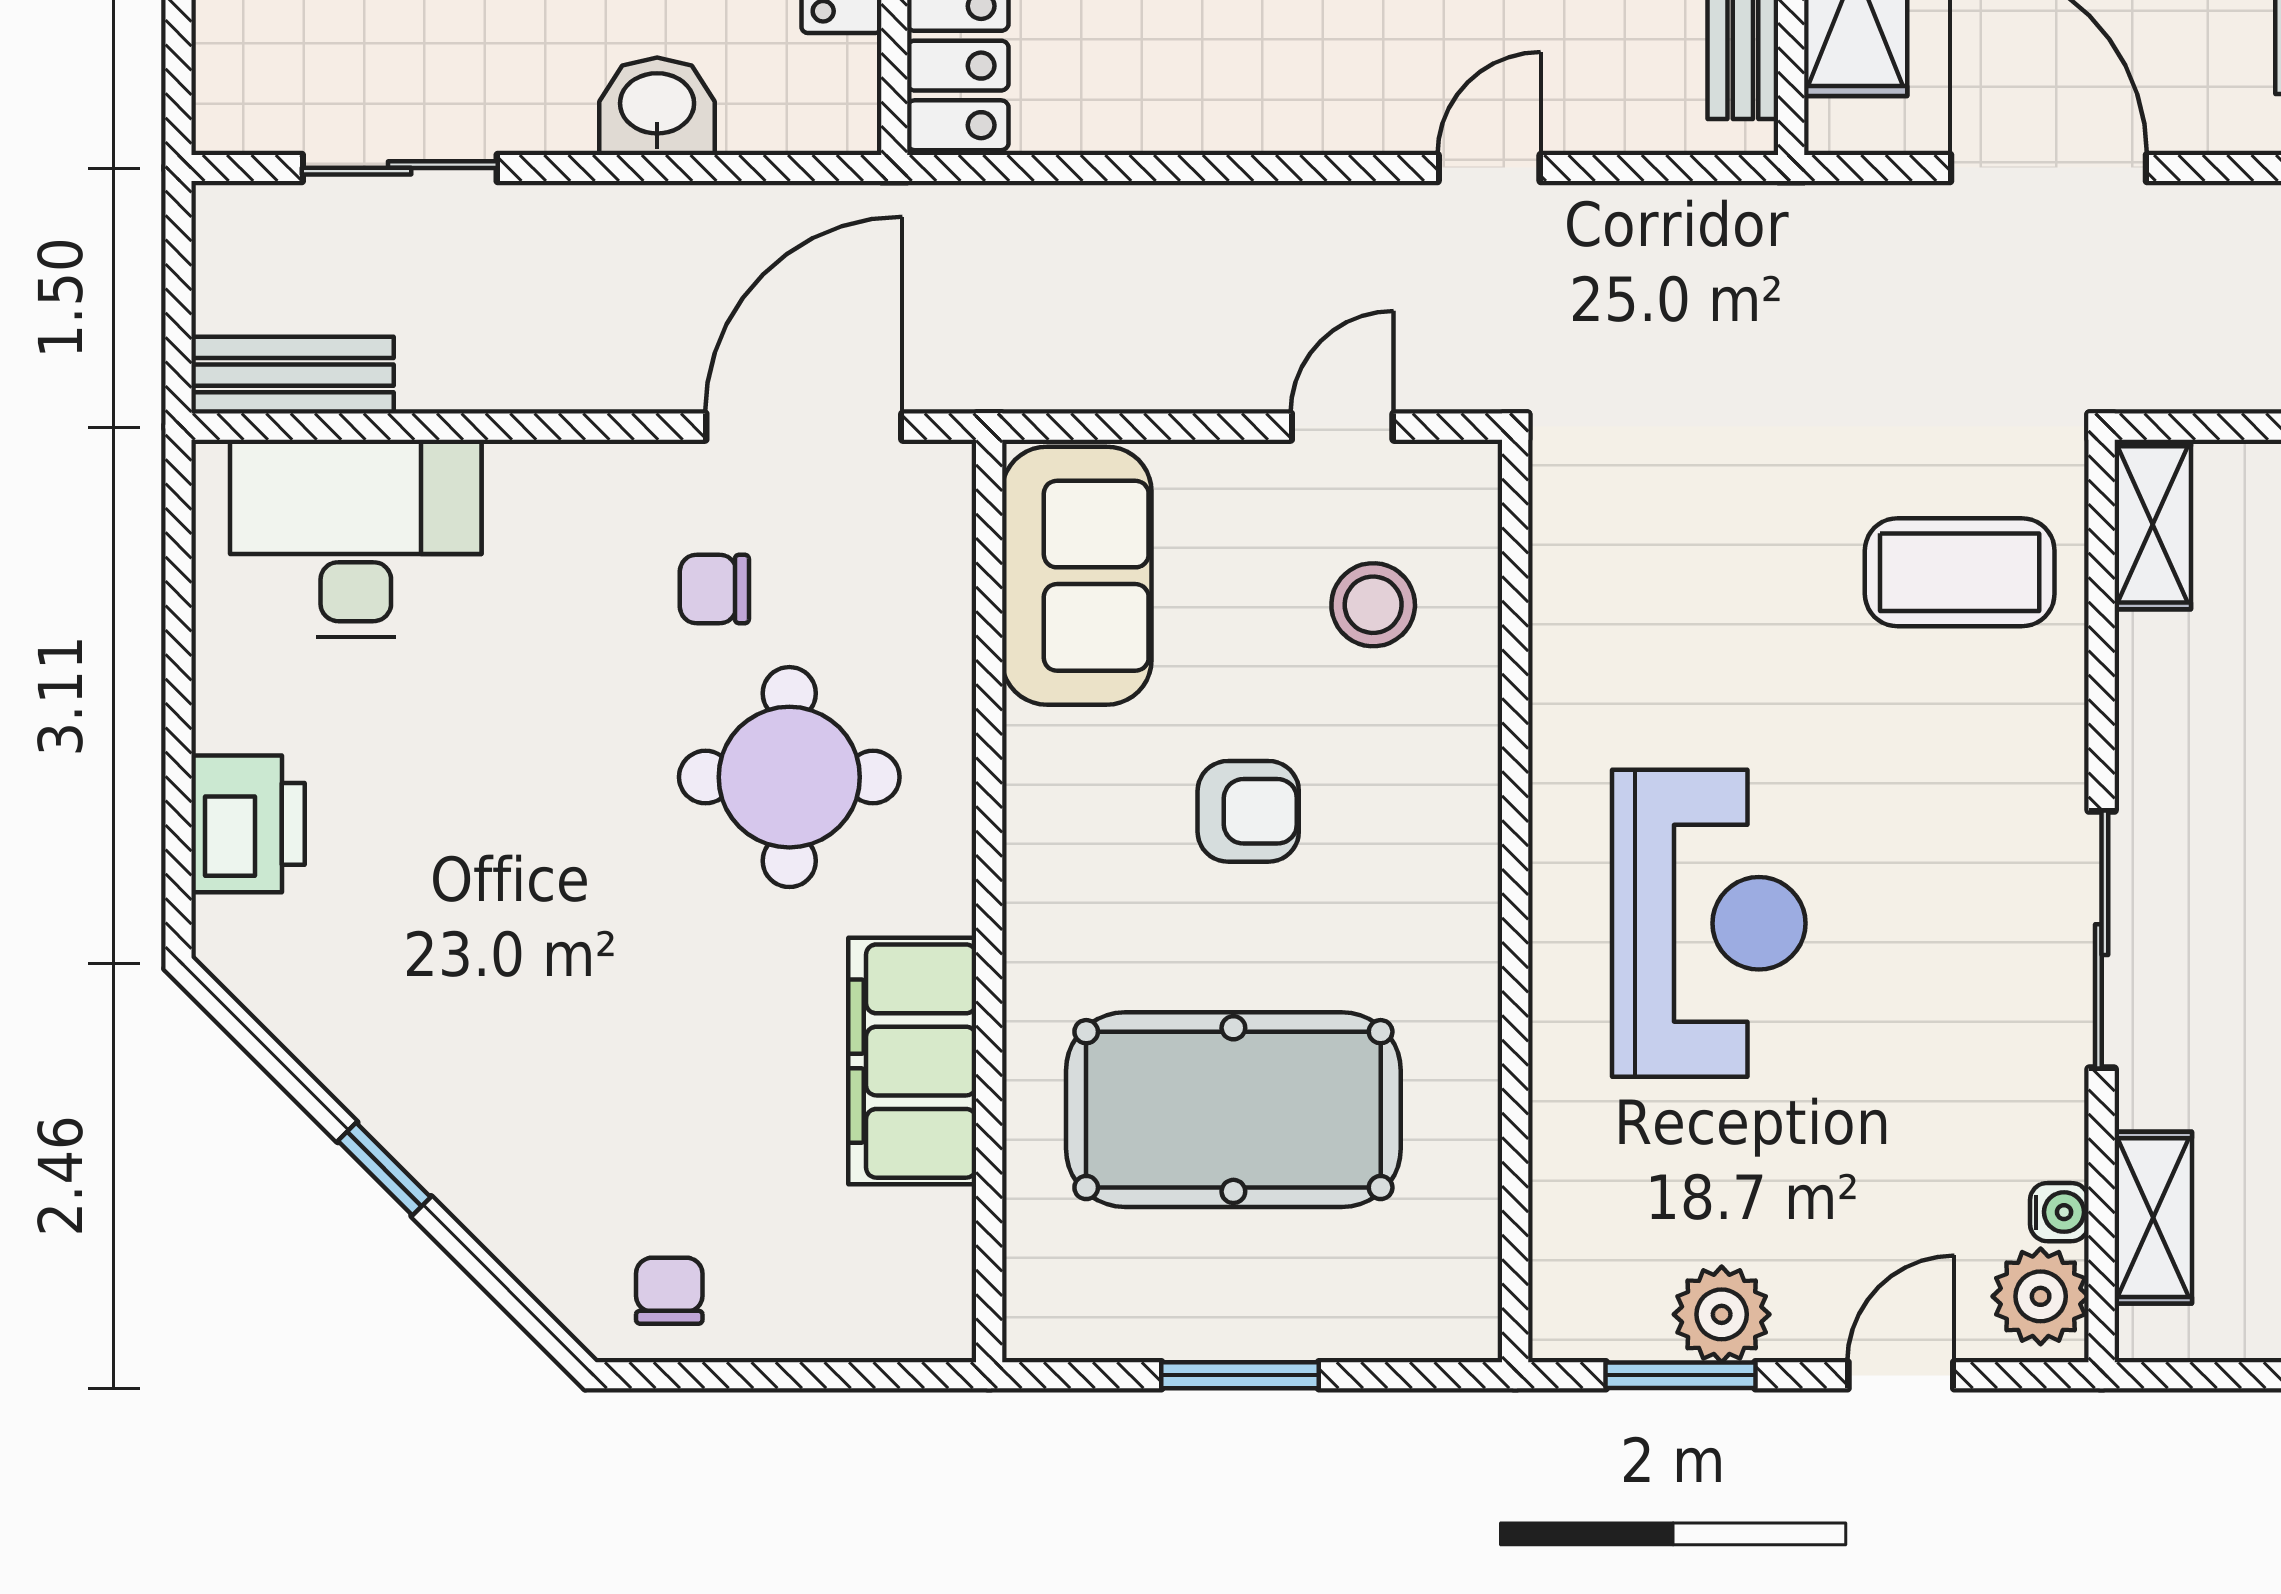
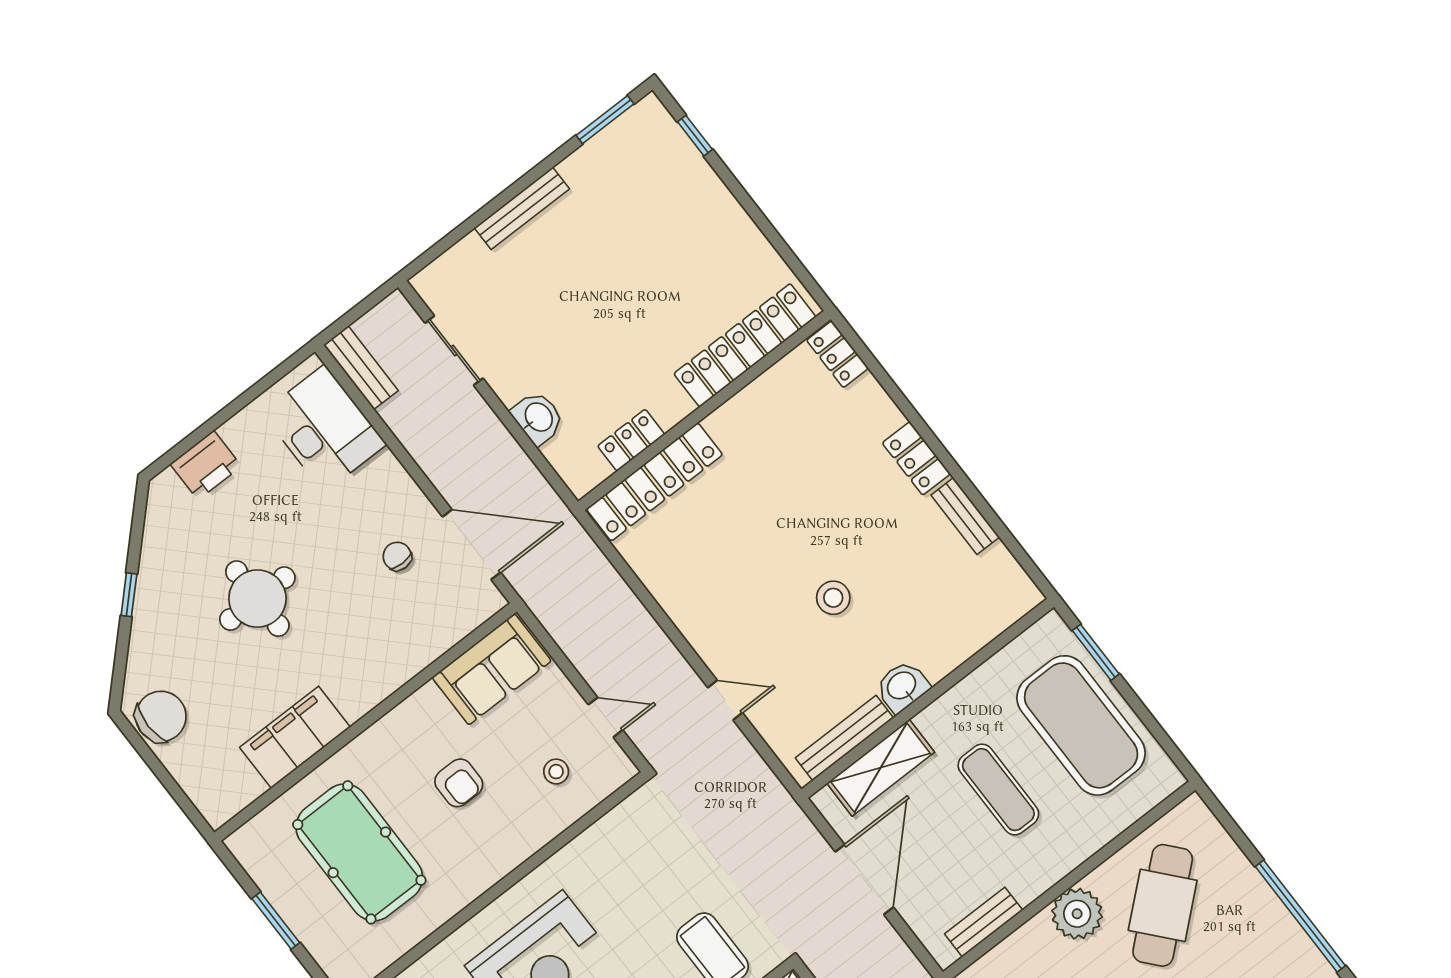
stool: (1373, 605) -> (556, 772), width x0.73, depth x0.73
round table: (789, 777) -> (257, 599), moved
chair: (669, 1291) -> (161, 716), width x1.87, depth x1.87

